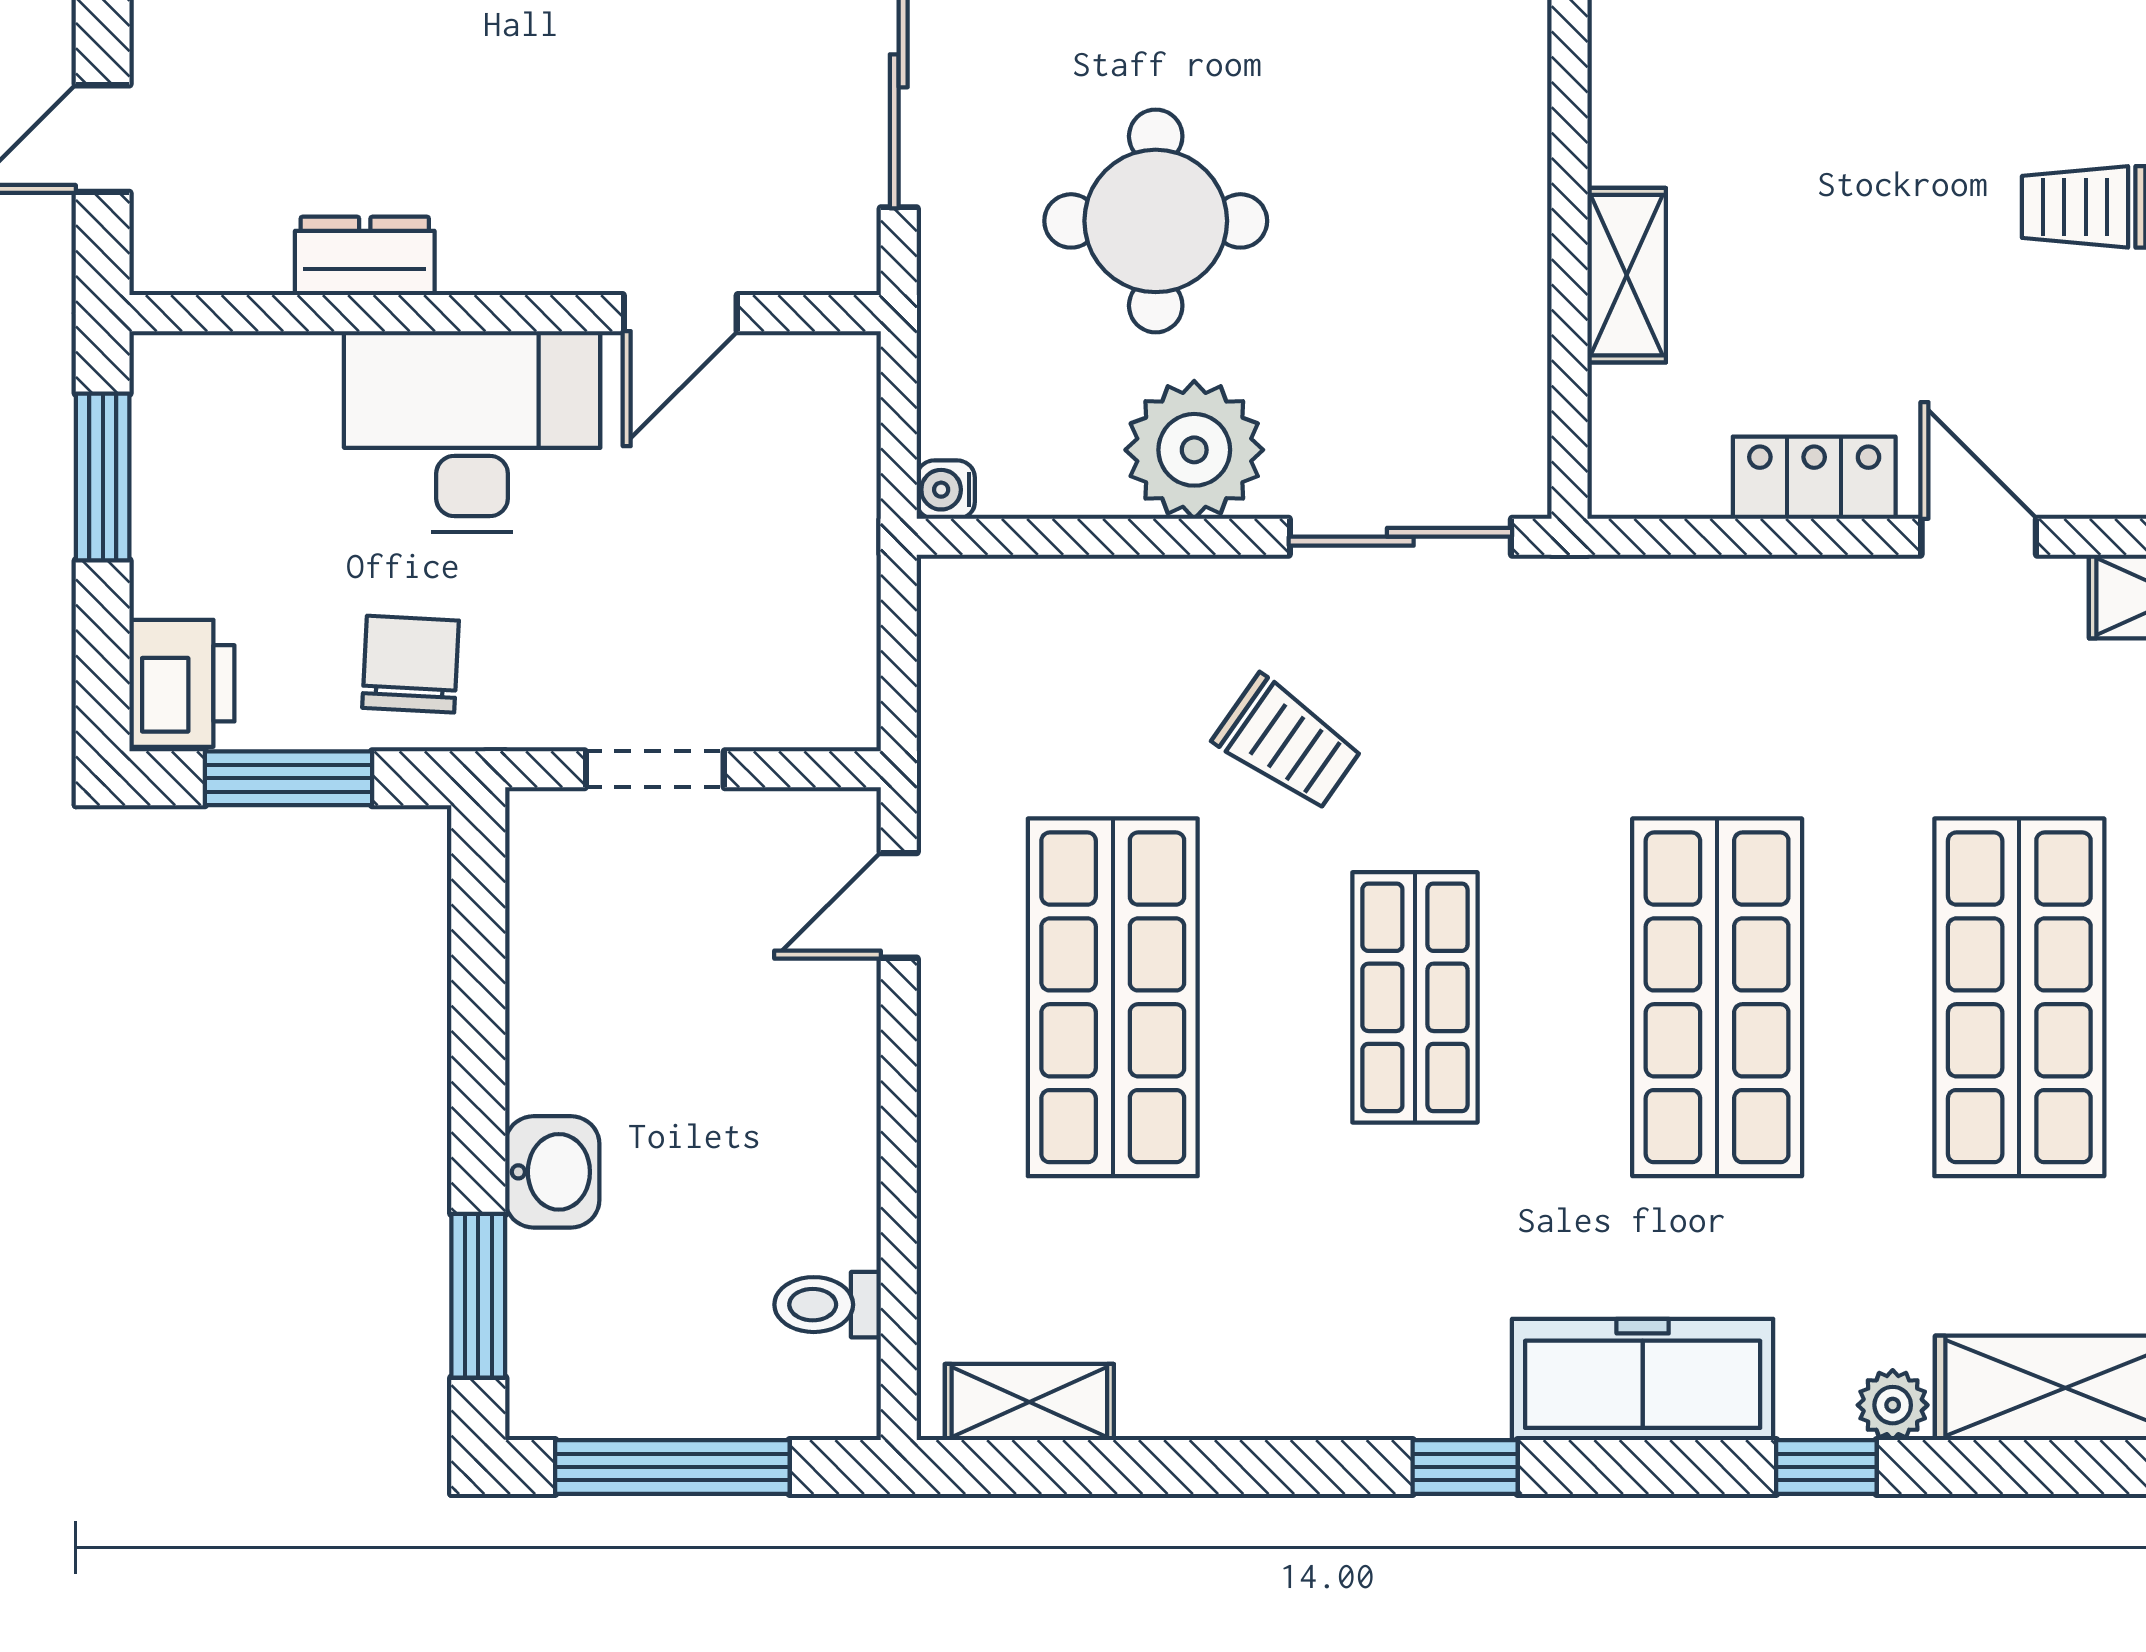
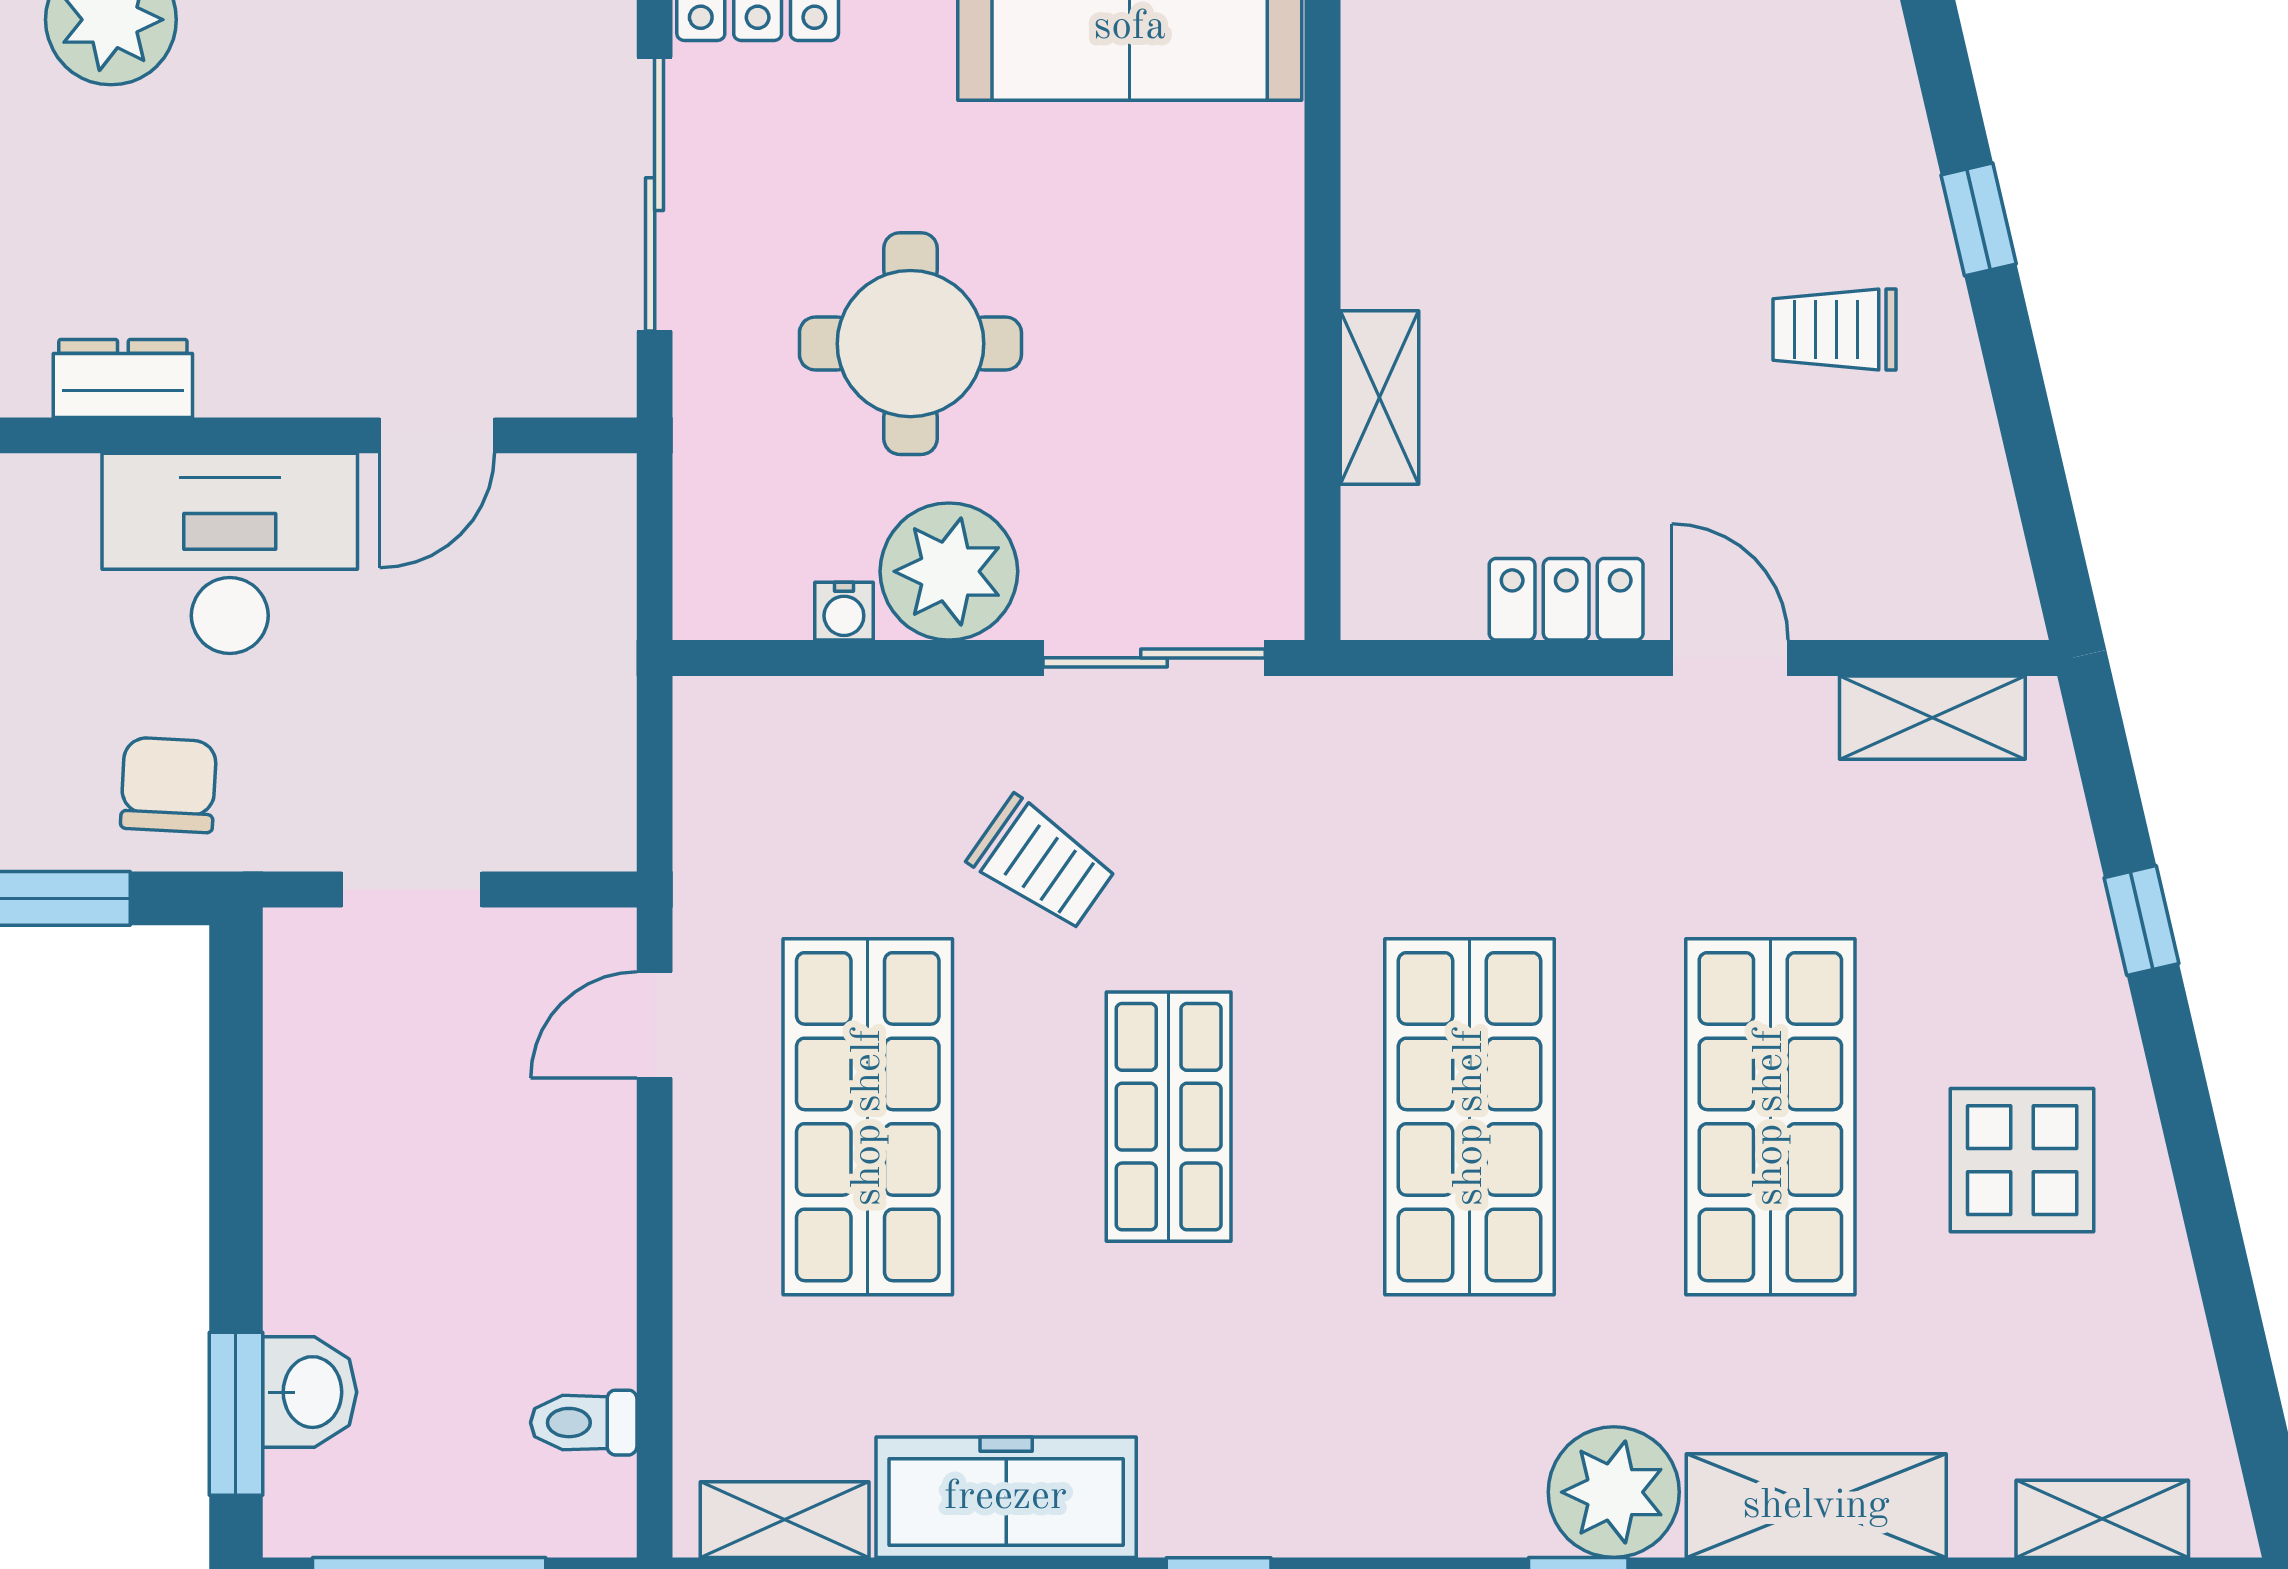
water cooler: (946, 490) -> (844, 611), moved, turned -90
washbasin: (552, 1172) -> (310, 1392), moved
freezer: (1643, 1379) -> (1006, 1497), moved
plant: (1893, 1405) -> (1614, 1492), width x1.87, depth x1.87

